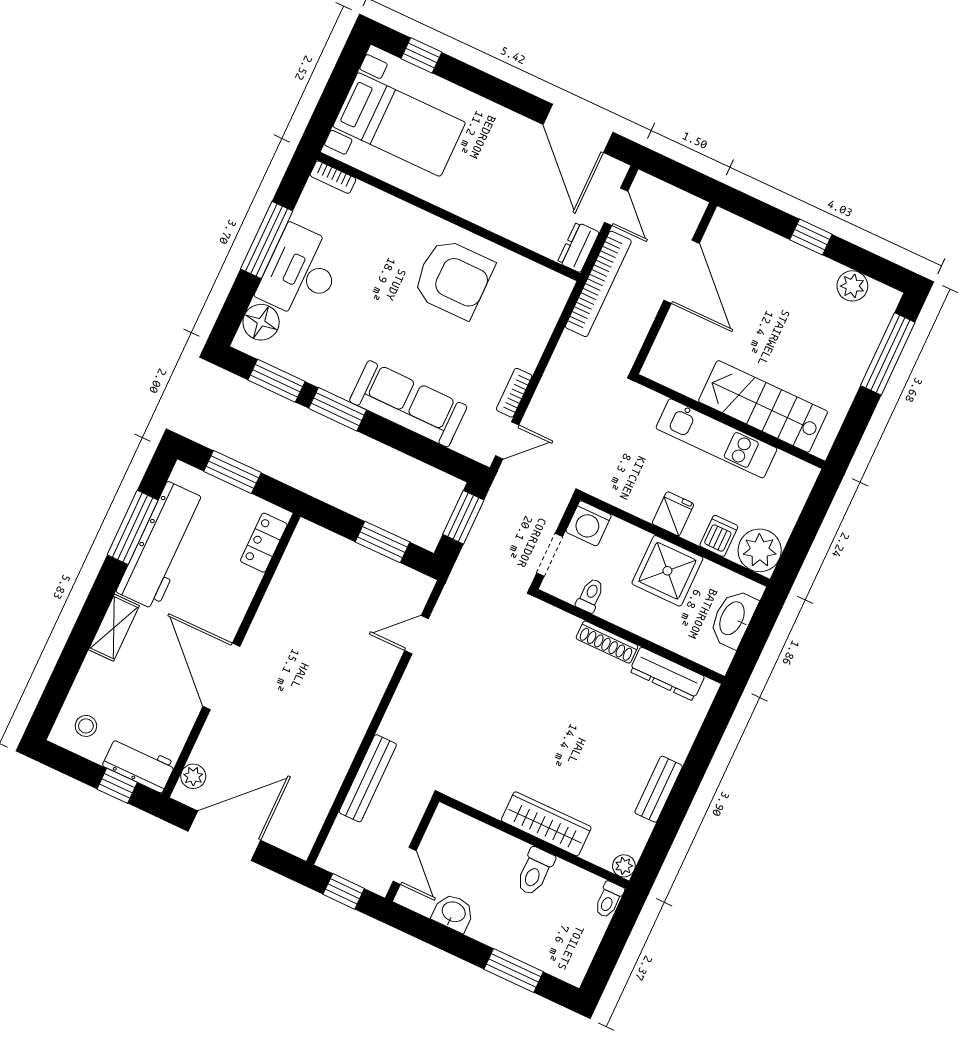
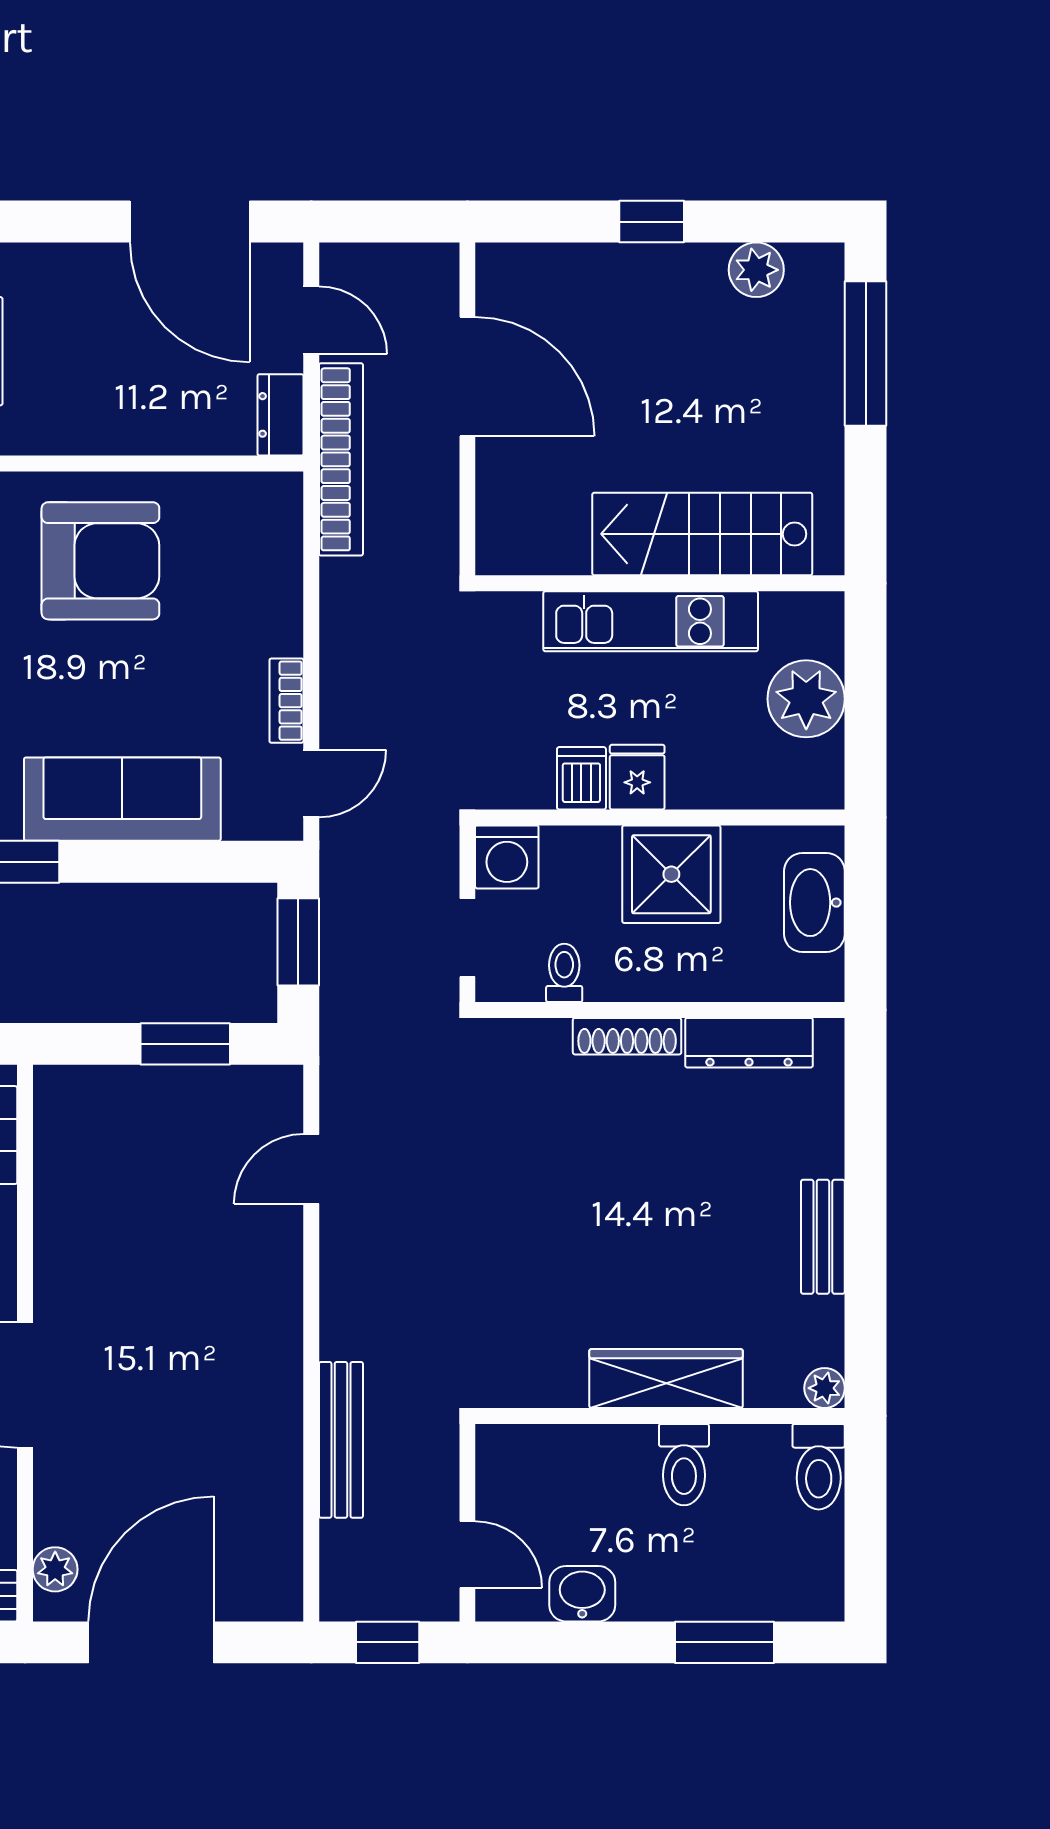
dishwasher: (719, 536) -> (581, 778), moved
plant: (760, 550) -> (806, 699), moved
toilet: (609, 900) -> (819, 1467), width x1.37, depth x1.39

